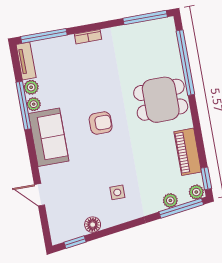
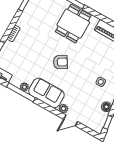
plant: (31, 87) -> (63, 109), moved
armchair: (101, 123) -> (60, 62), turned 59

